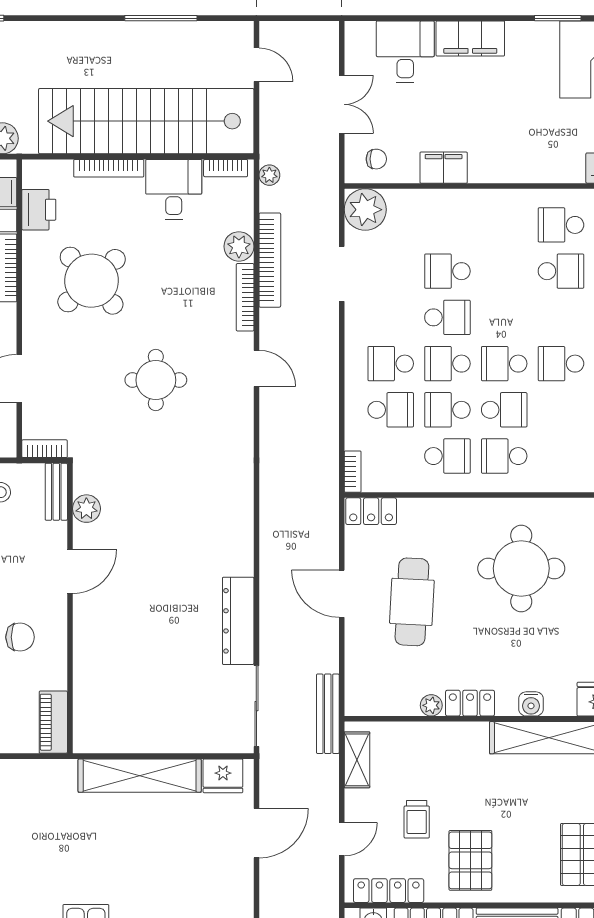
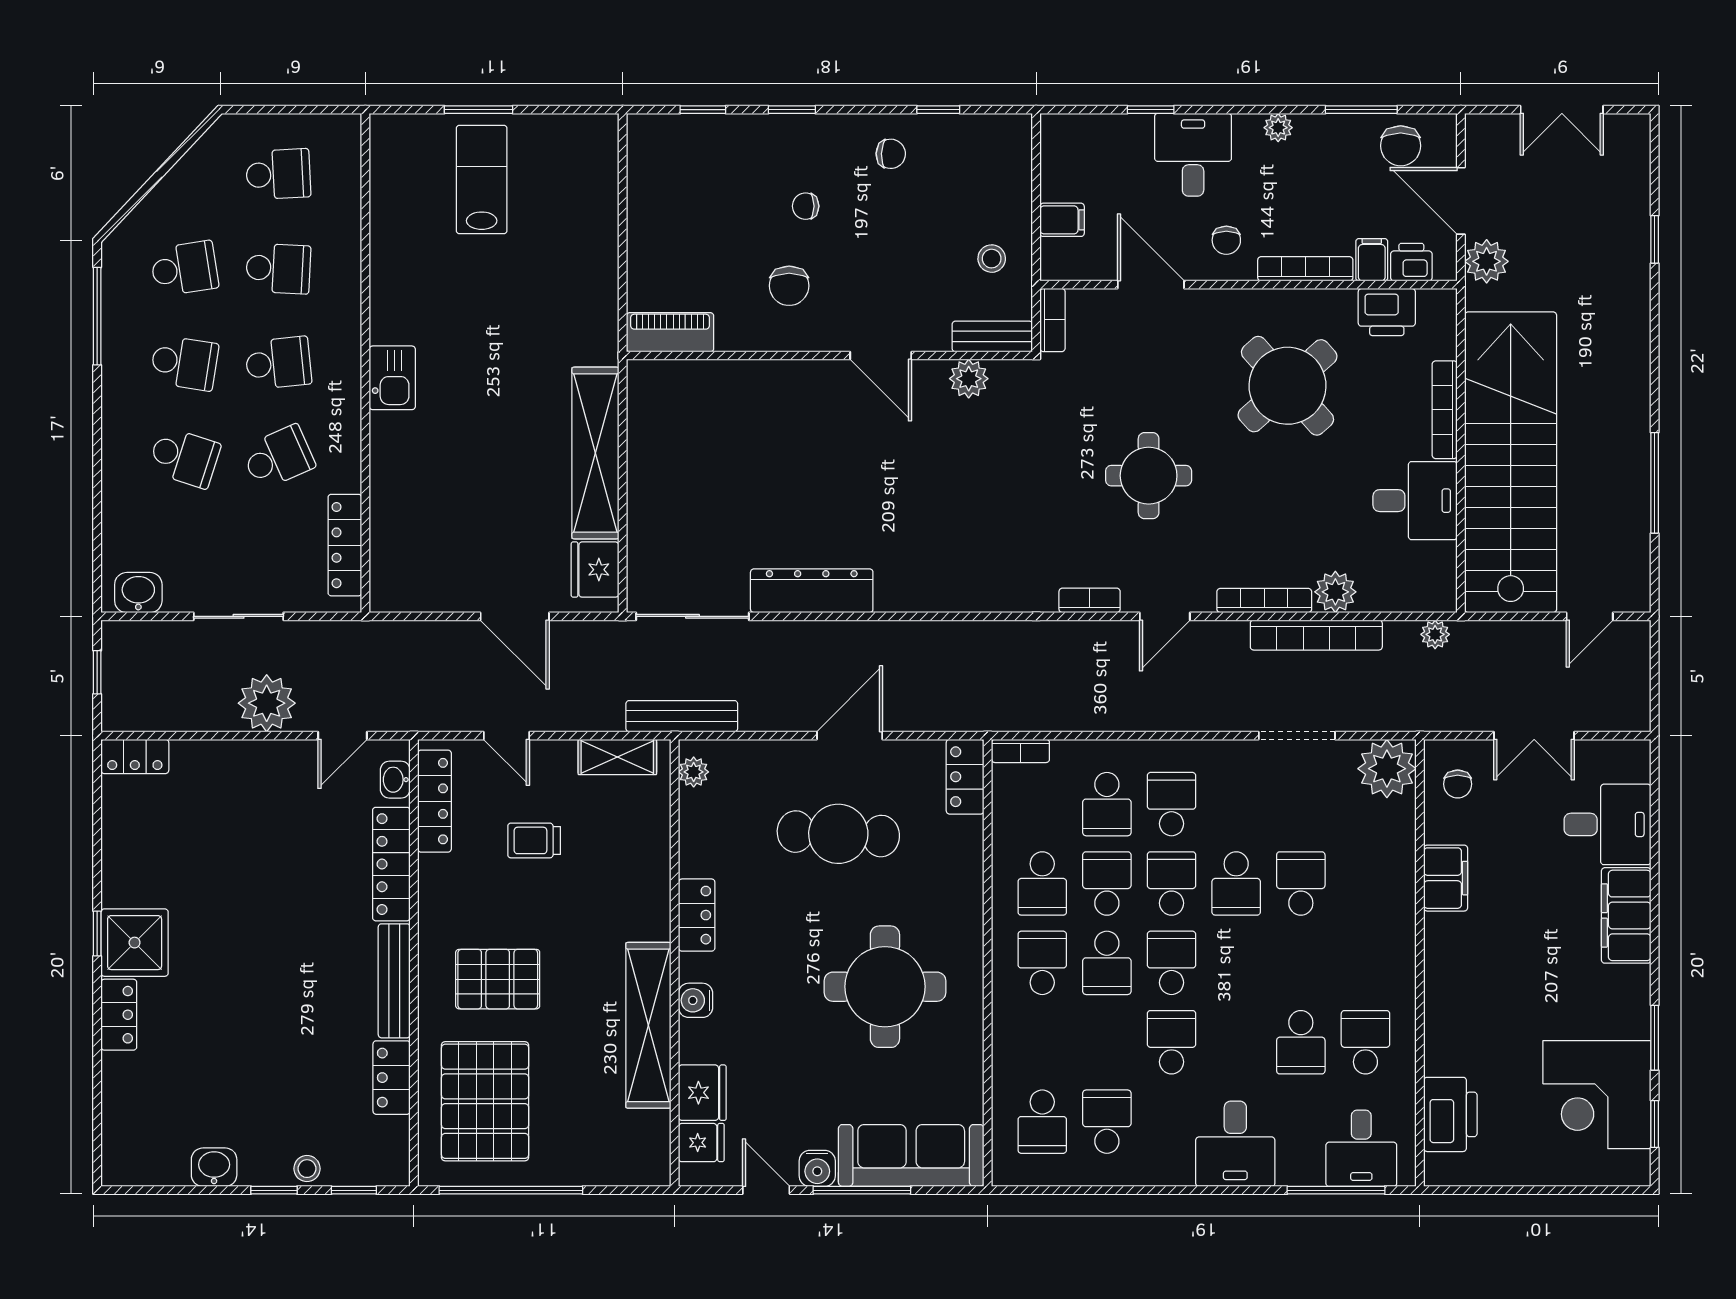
bookcase: (226, 168) -> (1090, 600), moved, turned 90
plant: (431, 705) -> (694, 772), moved
pallet: (470, 860) -> (498, 979), moved

